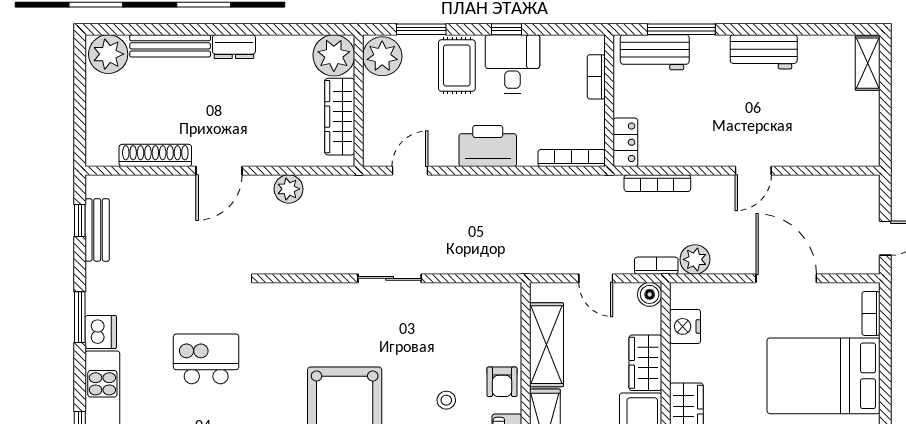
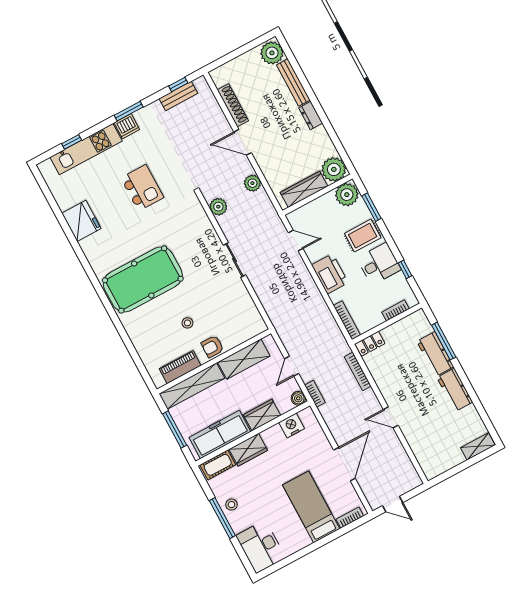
window: (506, 29) -> (405, 269), moved
workbench: (655, 52) -> (435, 354), moved
plant: (695, 259) -> (218, 207), moved
bed: (823, 376) -> (311, 507), width x0.67

